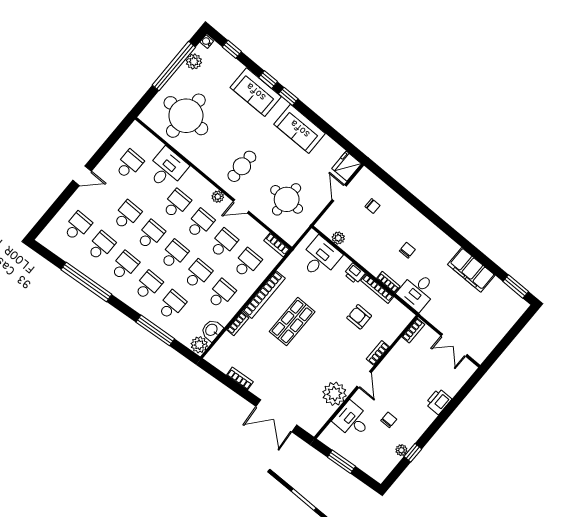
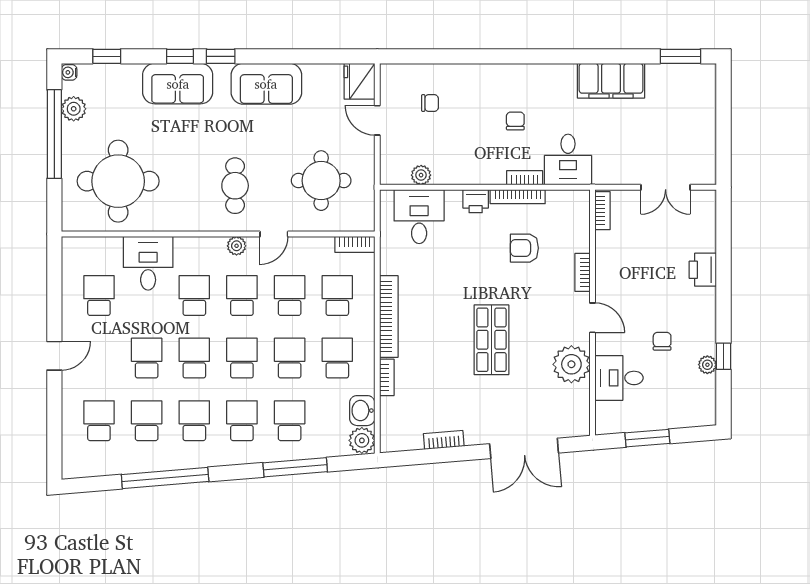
shop shelf: (292, 322) -> (491, 340), moved

